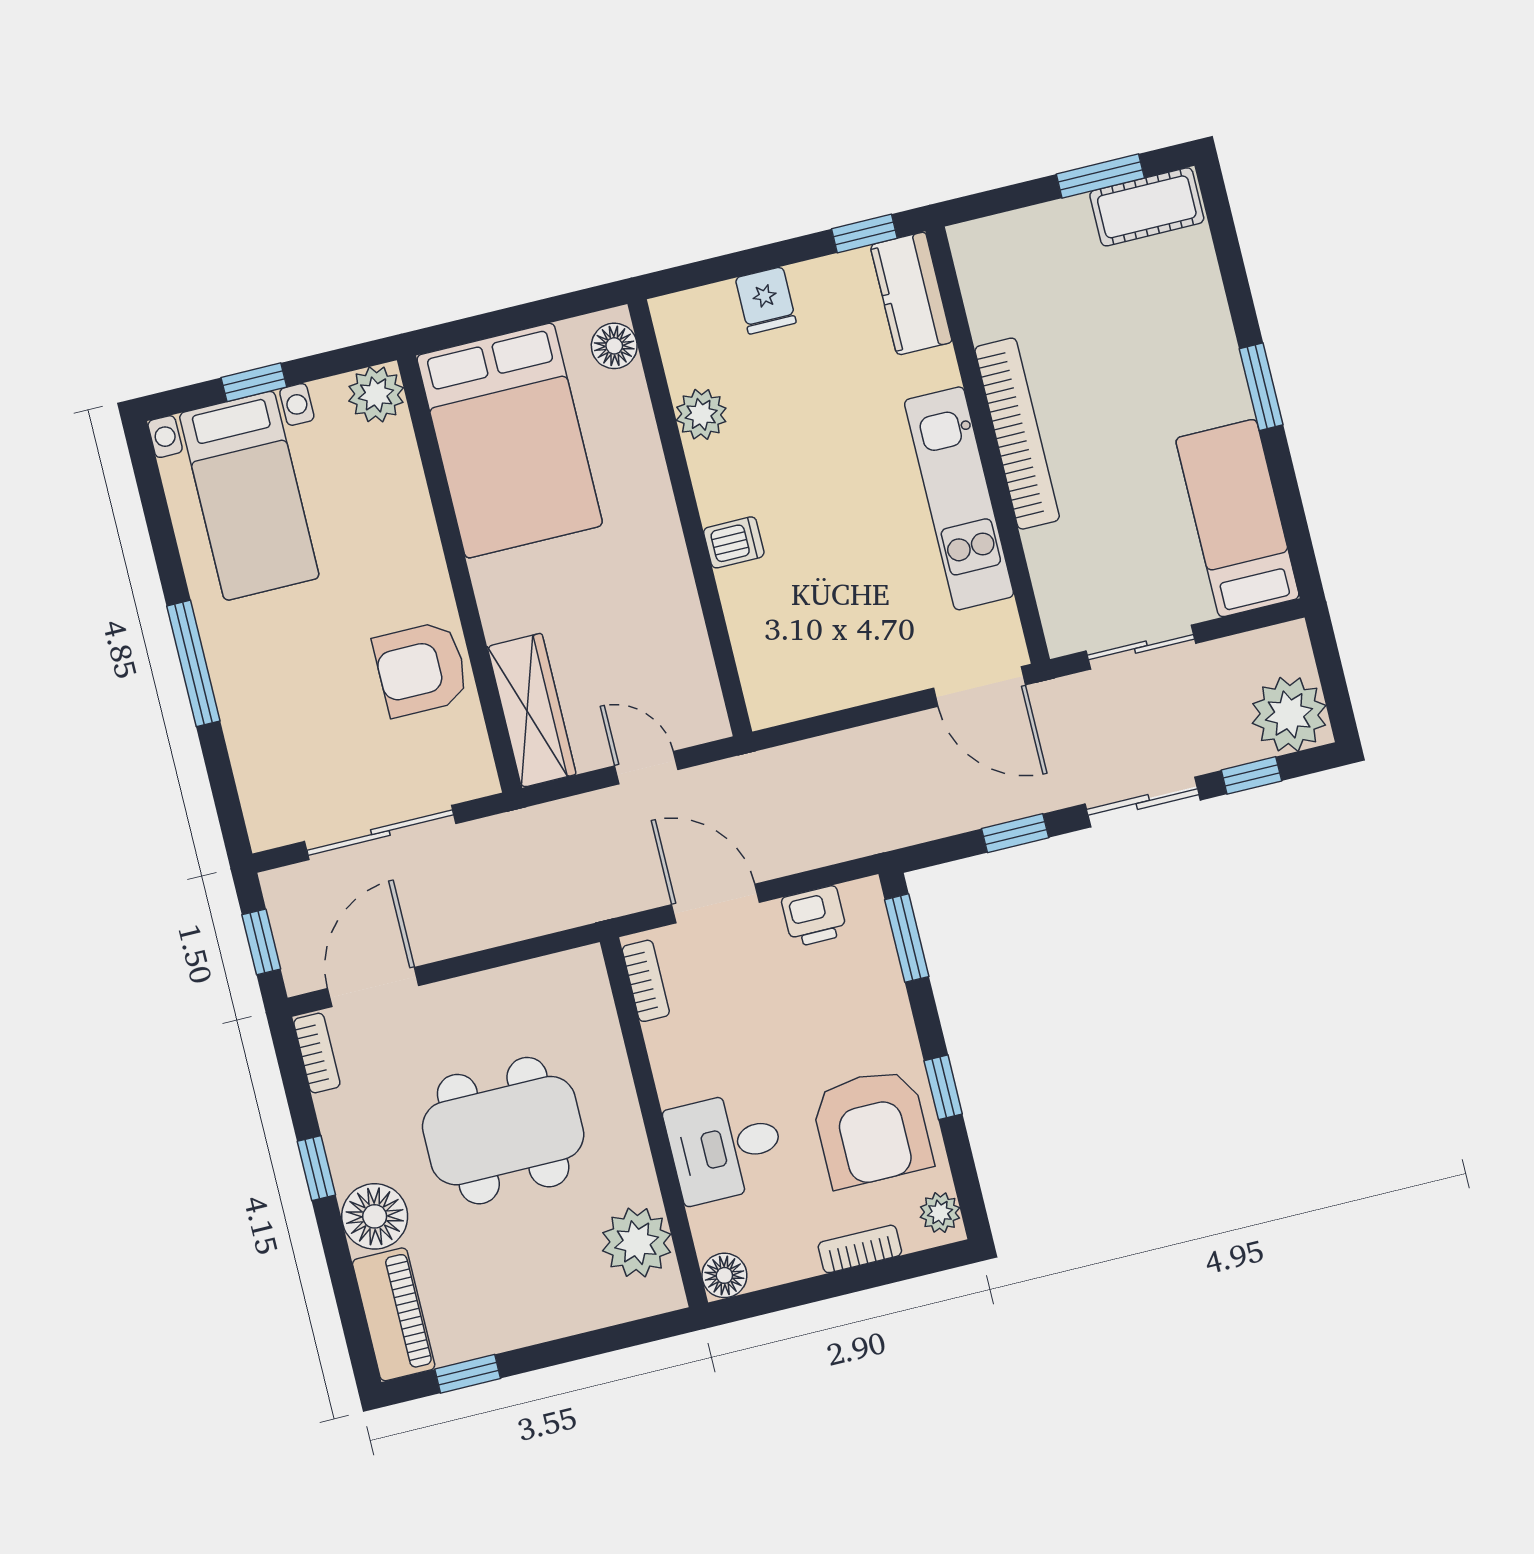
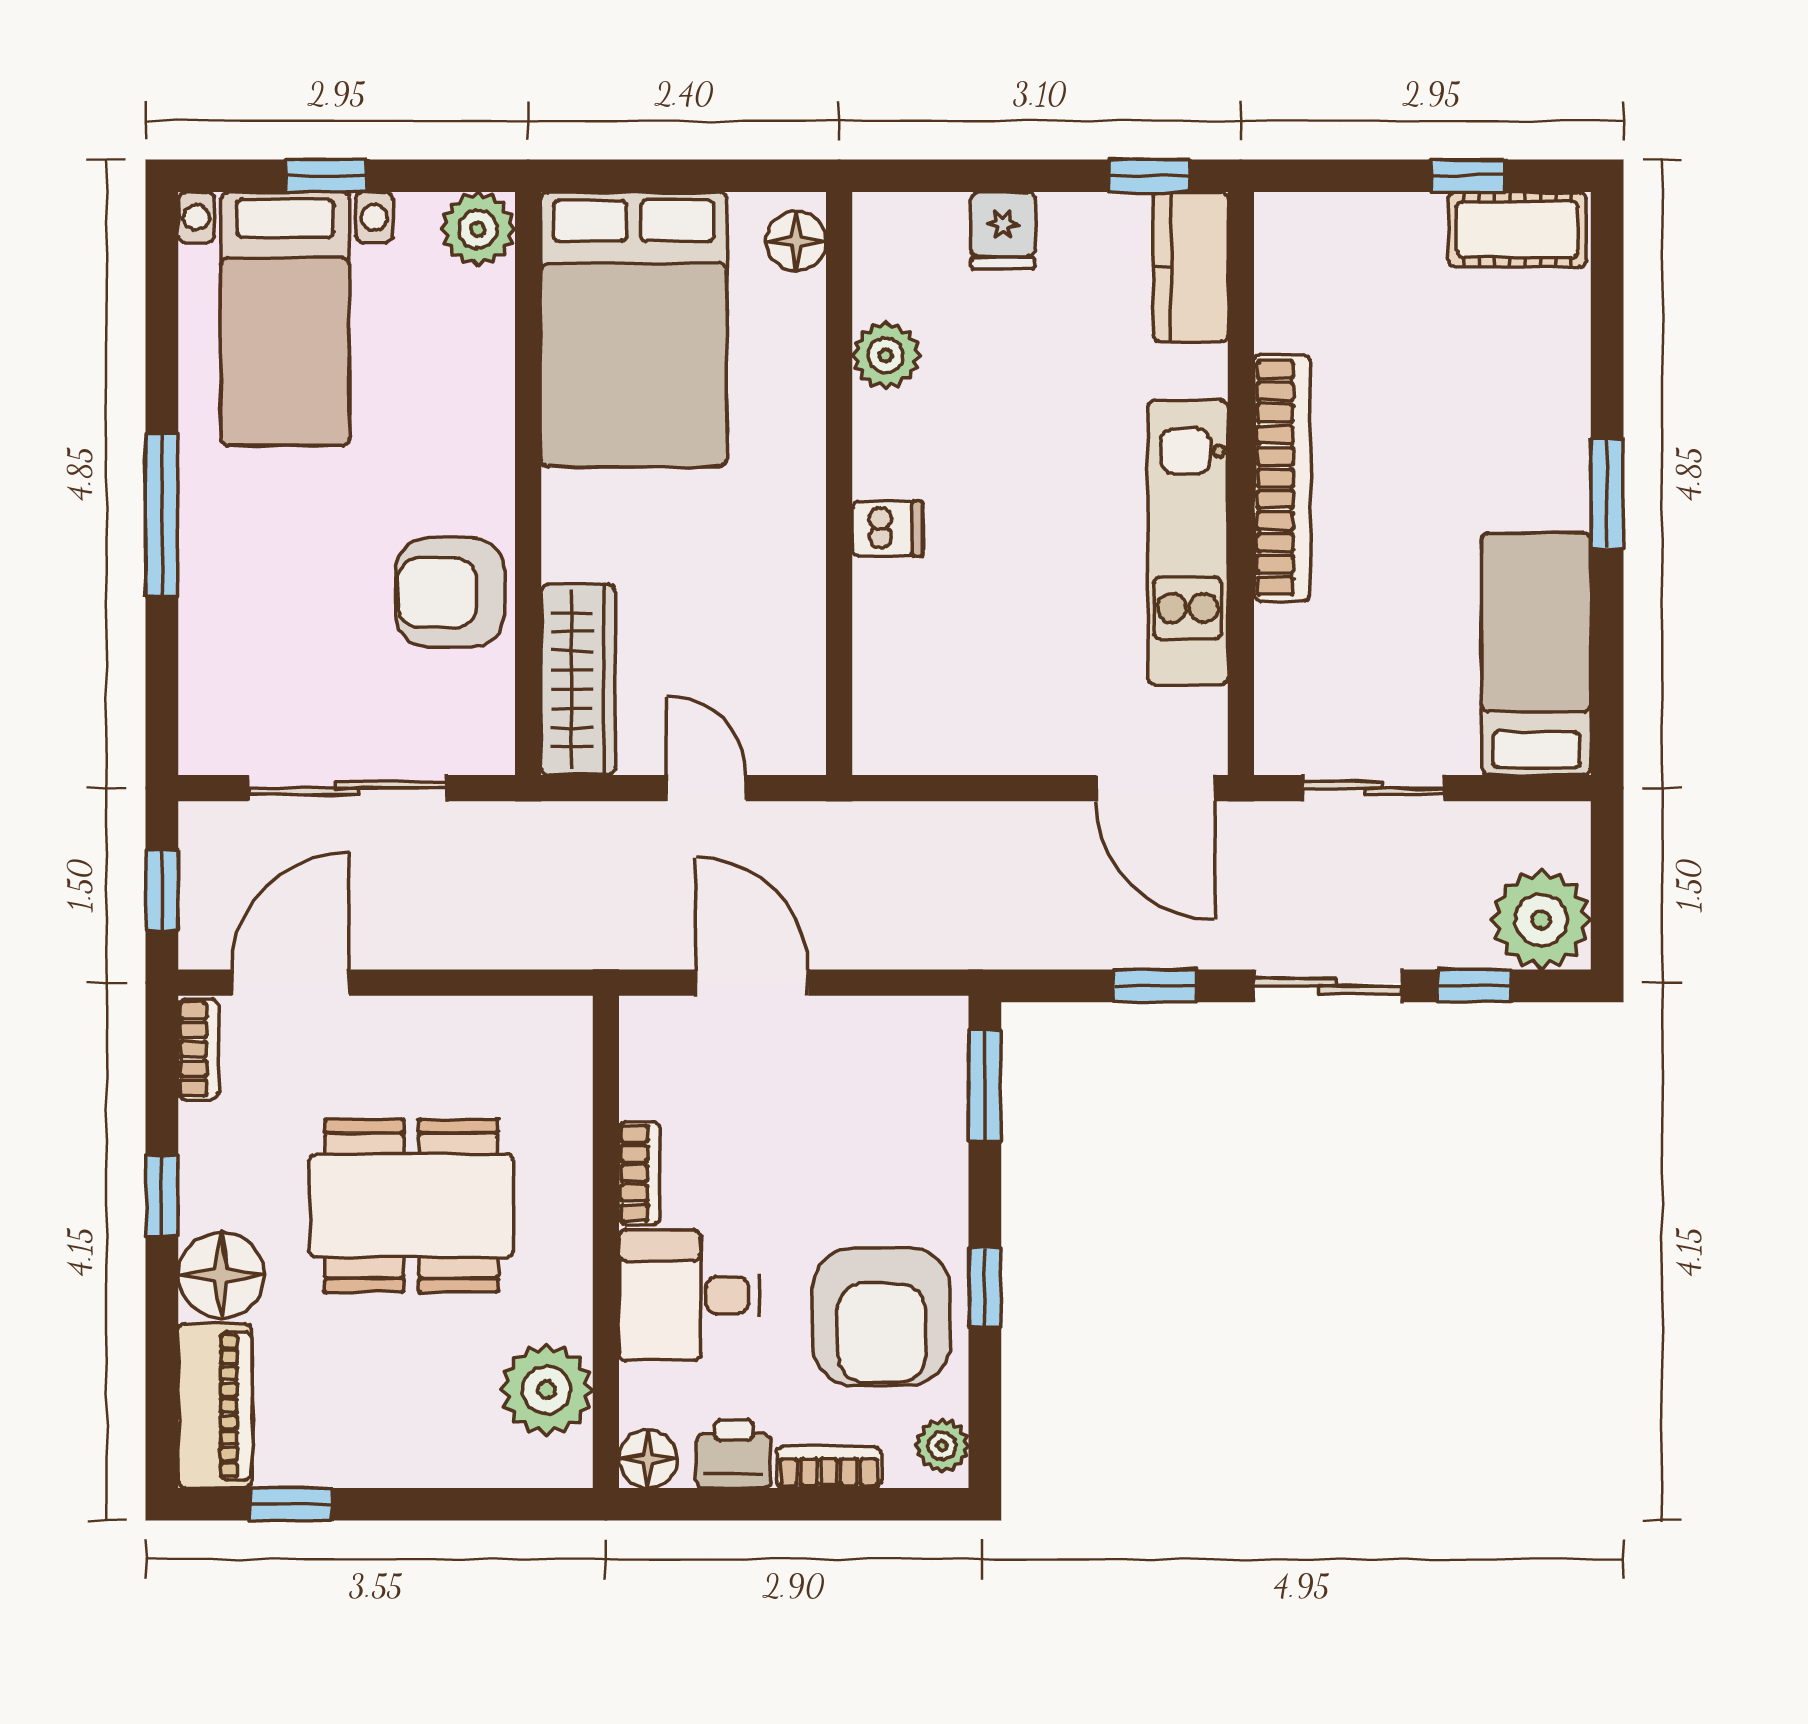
window: (1100, 176) -> (1468, 176), width x0.67
printer: (814, 916) -> (734, 1454), moved, turned 180
bookcase: (646, 981) -> (639, 1173), moved

